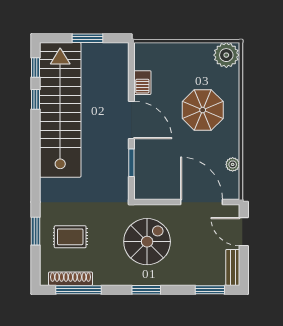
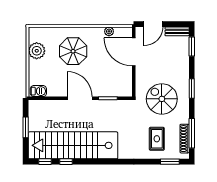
plant: (226, 55) -> (37, 51), moved
barbecue: (142, 83) -> (38, 91), moved
door: (131, 120) -> (80, 98), hinge flipped
door: (201, 202) -> (134, 52), hinge flipped
window: (35, 231) -> (170, 162), moved
spiral stairs: (147, 242) -> (162, 99), moved

